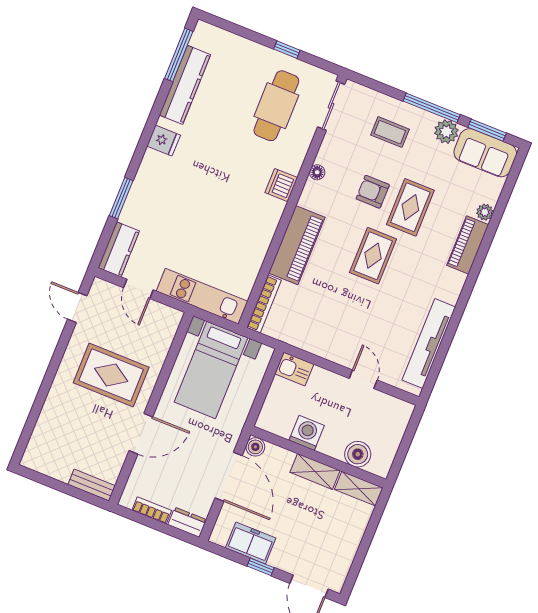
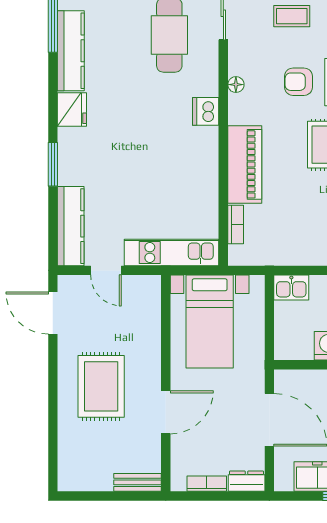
fridge: (164, 141) -> (72, 109), width x1.38
window: (121, 198) -> (53, 164), moved
kitchen counter: (119, 249) -> (71, 226), width x1.50
bookcase: (264, 304) -> (236, 225), width x0.64
door: (77, 308) -> (53, 313), width x1.38
rug: (111, 375) -> (101, 386), moved, turned 90
boiler: (255, 447) -> (284, 380), removed

